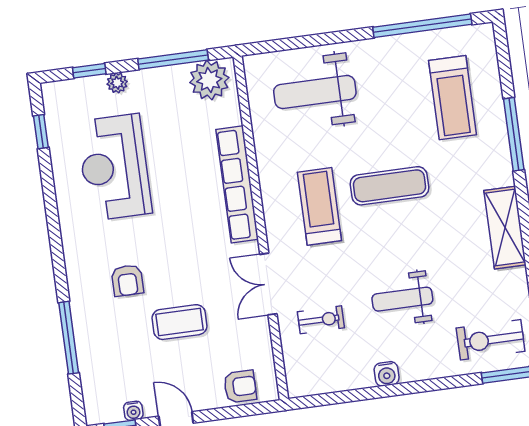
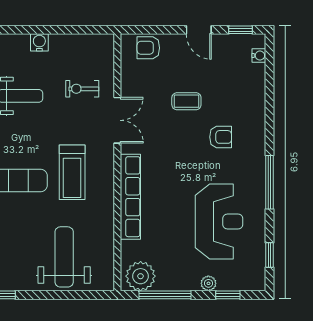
weight bench: (315, 92) -> (64, 257), turned -90
armchair: (127, 280) -> (221, 137), turned 90
coffee table: (179, 322) -> (186, 101), width x0.73, depth x0.77
window: (69, 338) -> (270, 182), moved
water cooler: (133, 411) -> (259, 56), moved, turned 90

